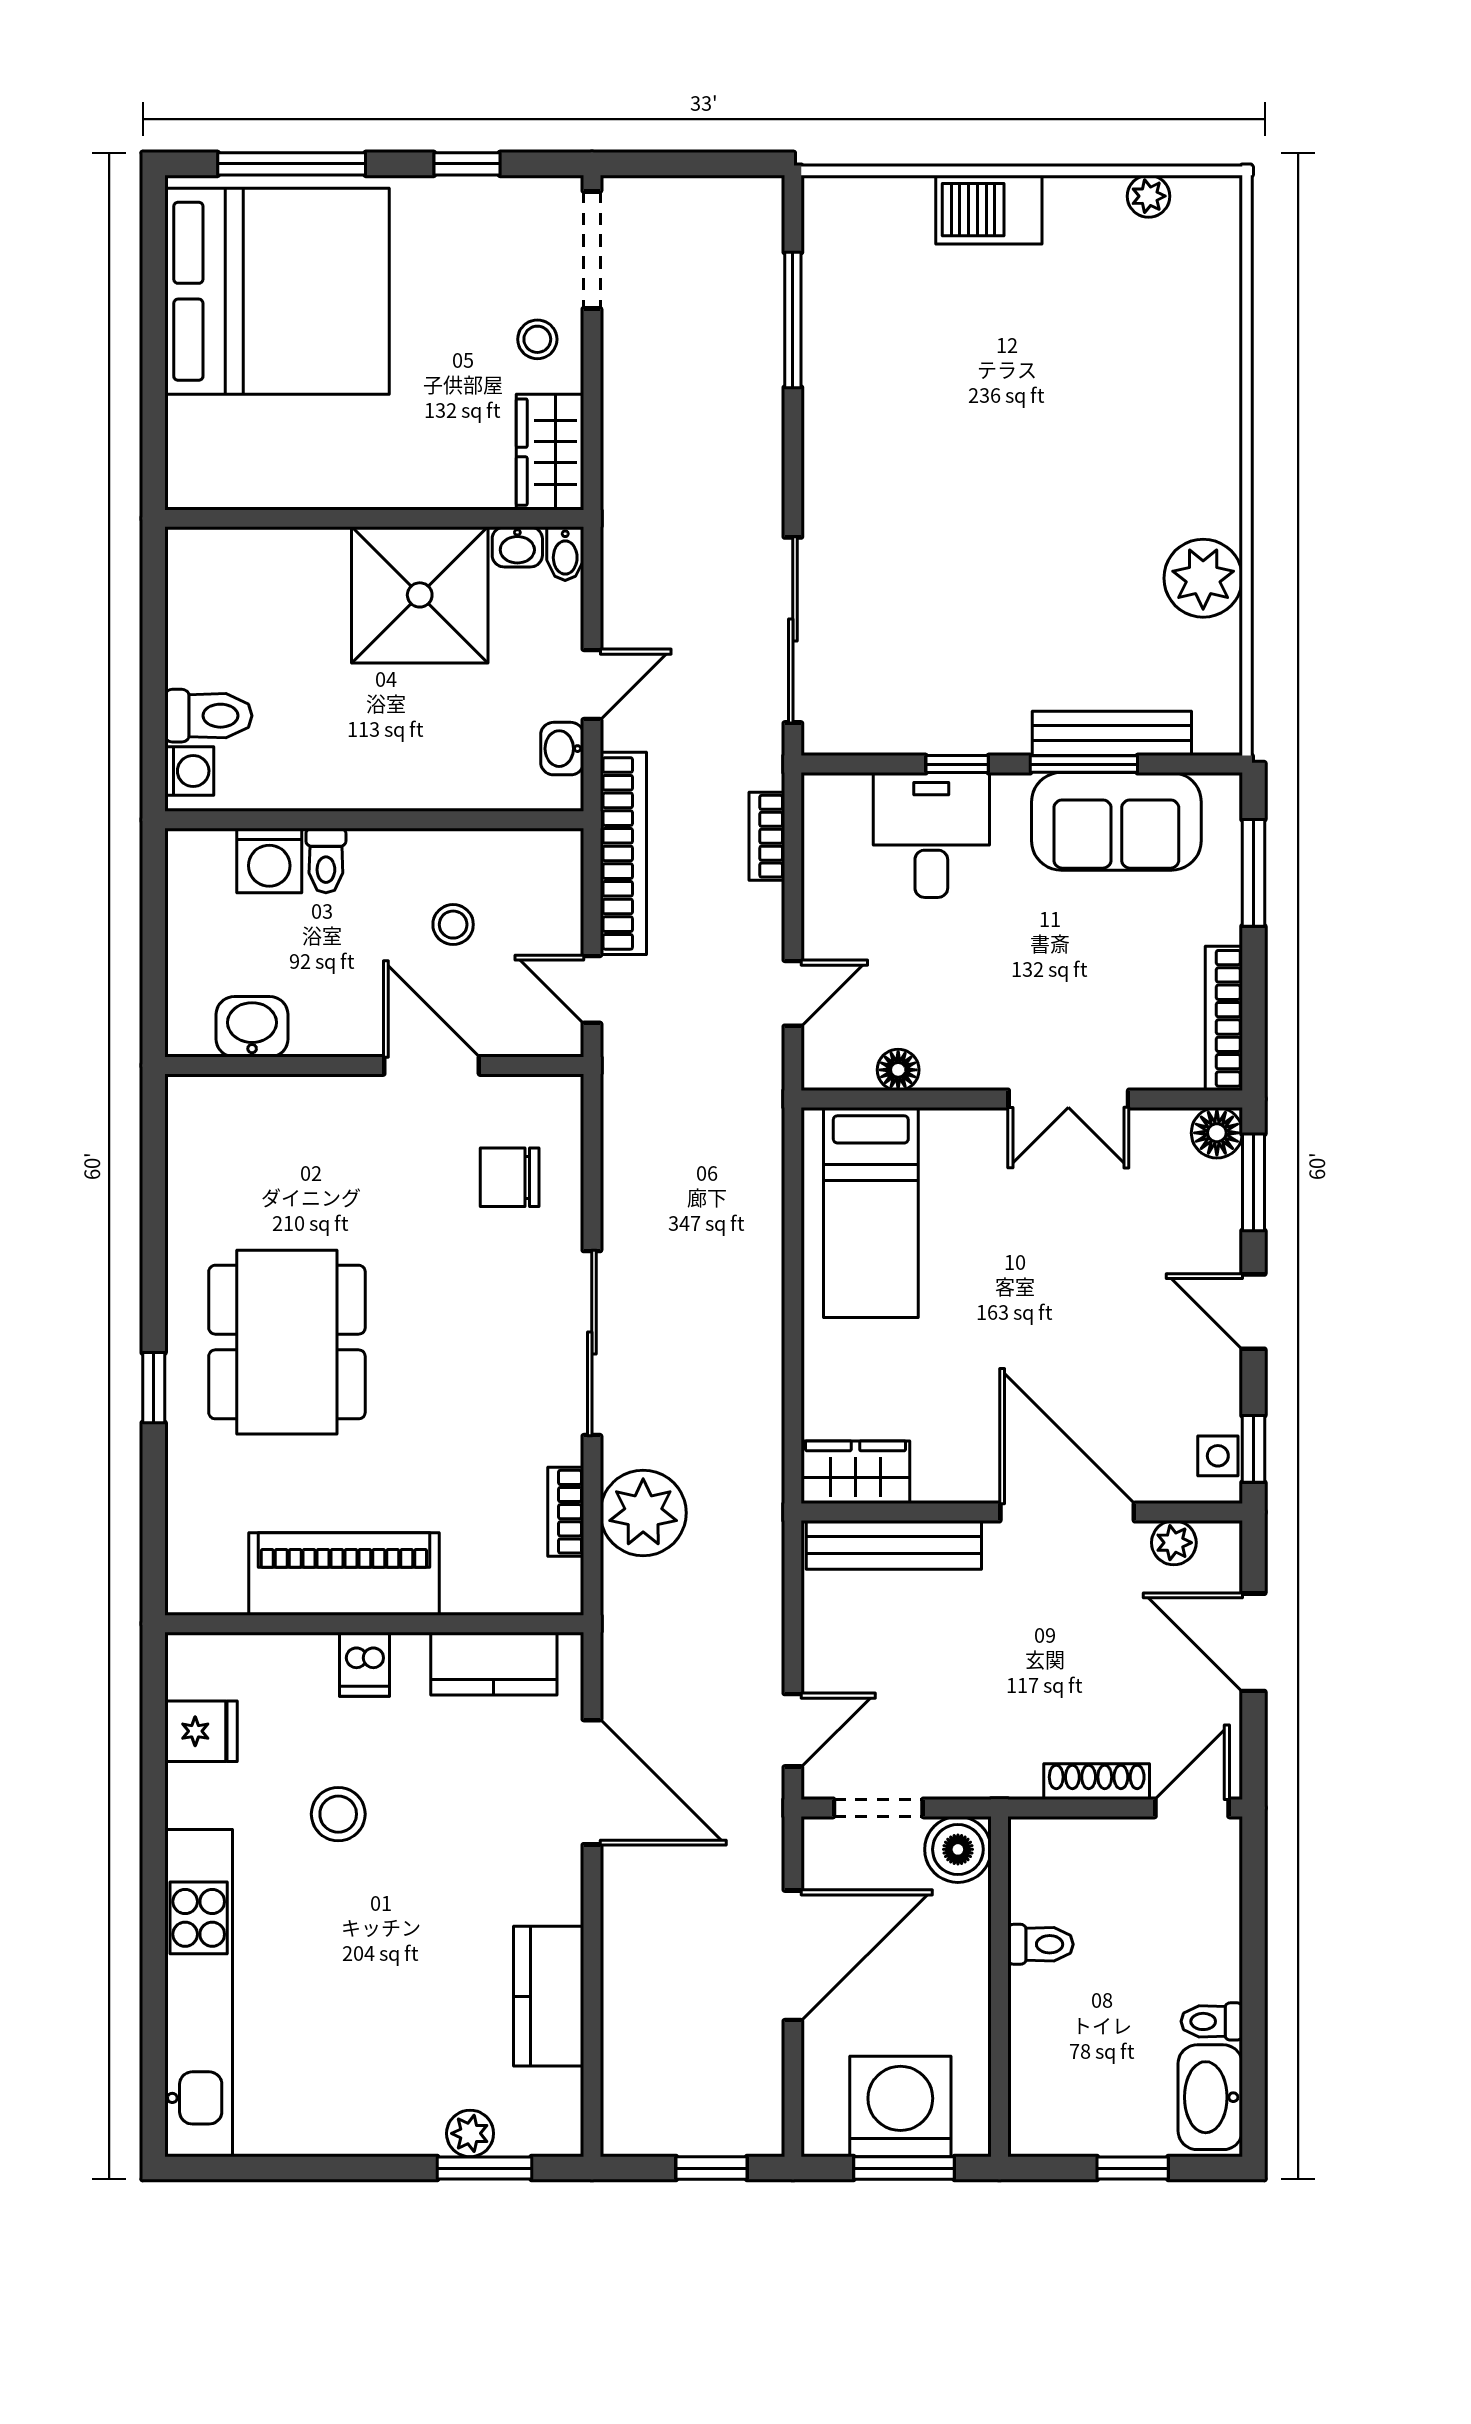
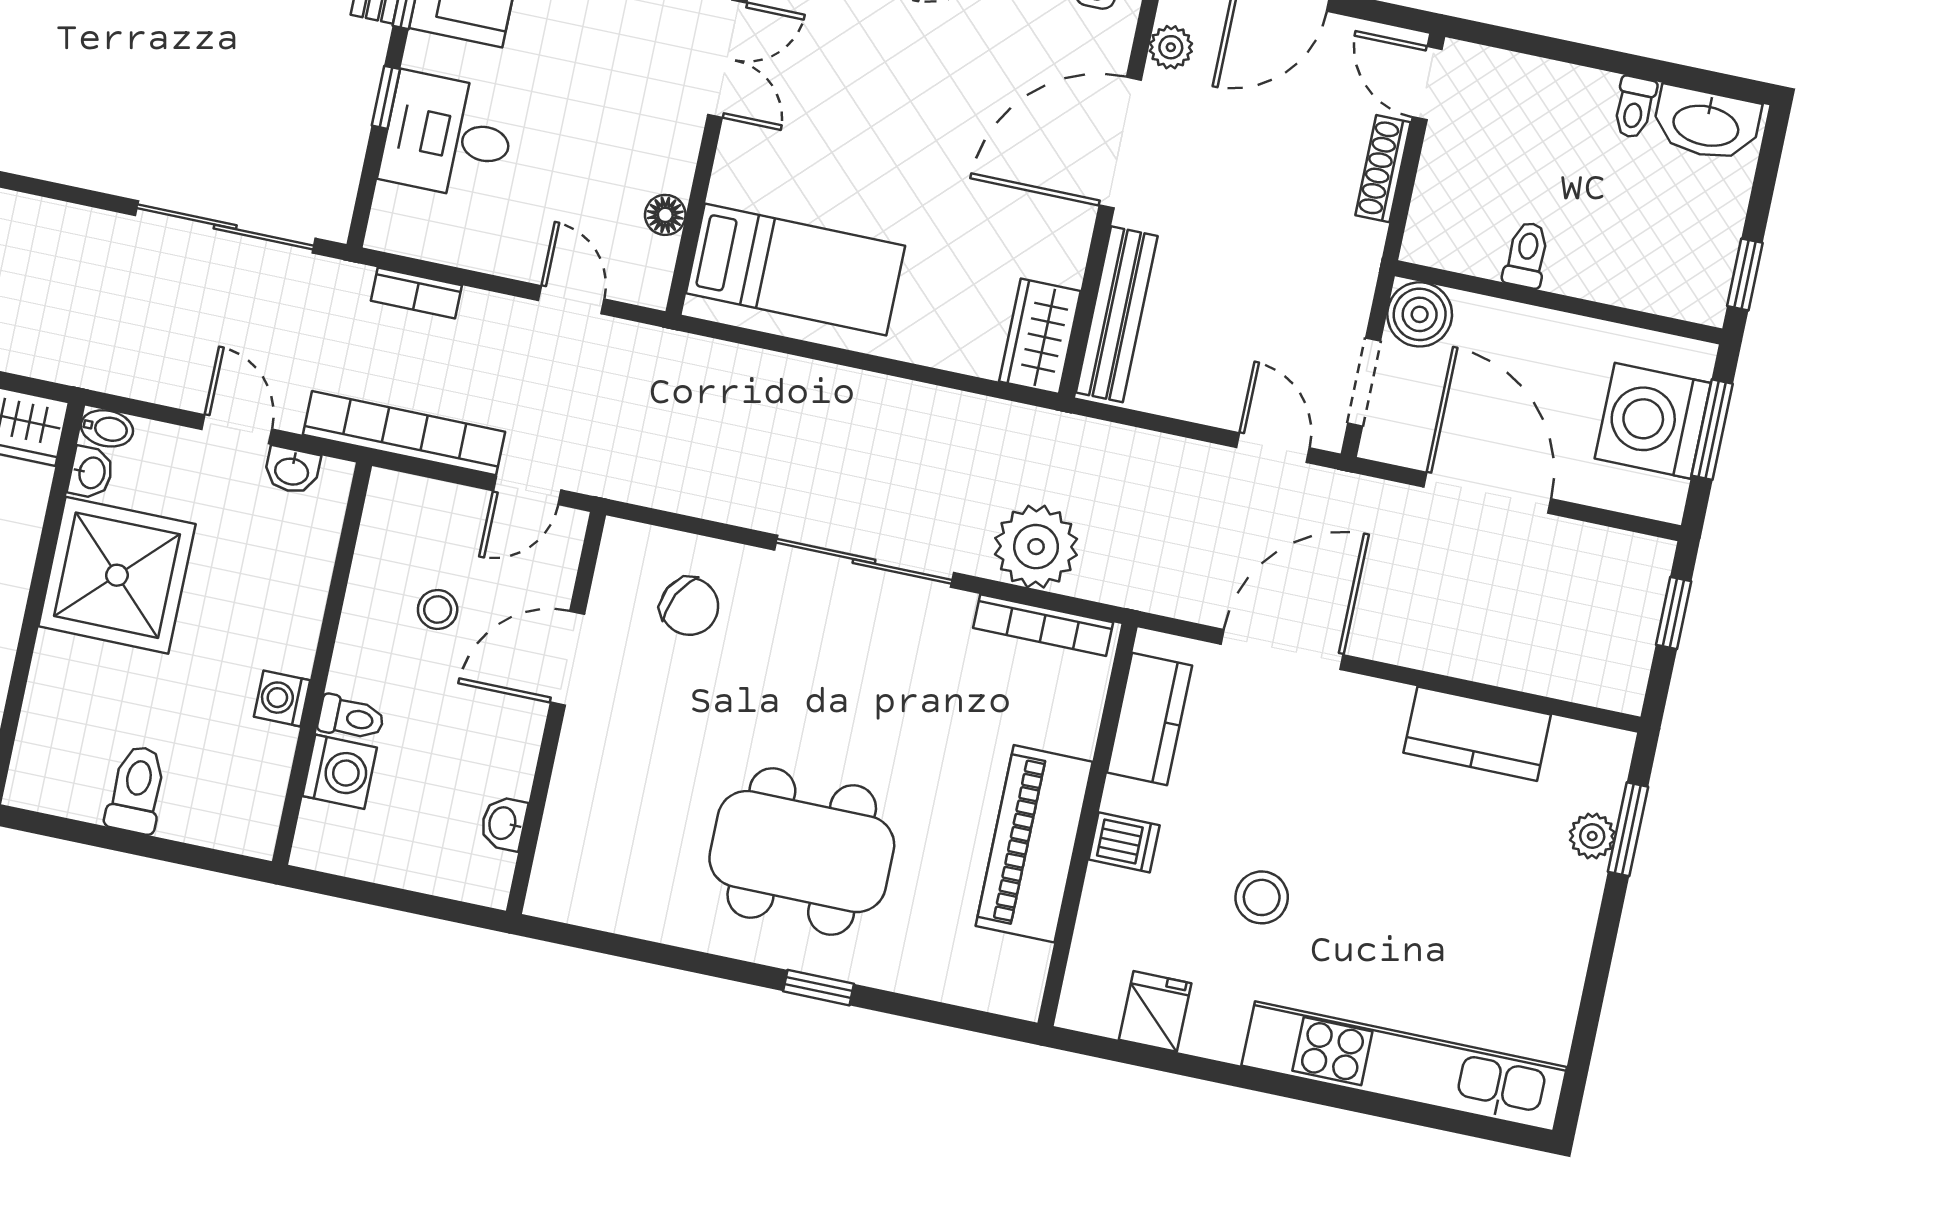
toilet: (208, 716) -> (137, 790), moved
washing machine: (189, 771) -> (282, 699), moved, turned -90
washbasin: (252, 1027) -> (504, 823), width x0.72, depth x0.69
chair: (510, 1177) -> (689, 606), turned -63
bookcase: (566, 1512) -> (1043, 625), width x1.56
window: (1133, 2168) -> (1745, 274), moved

